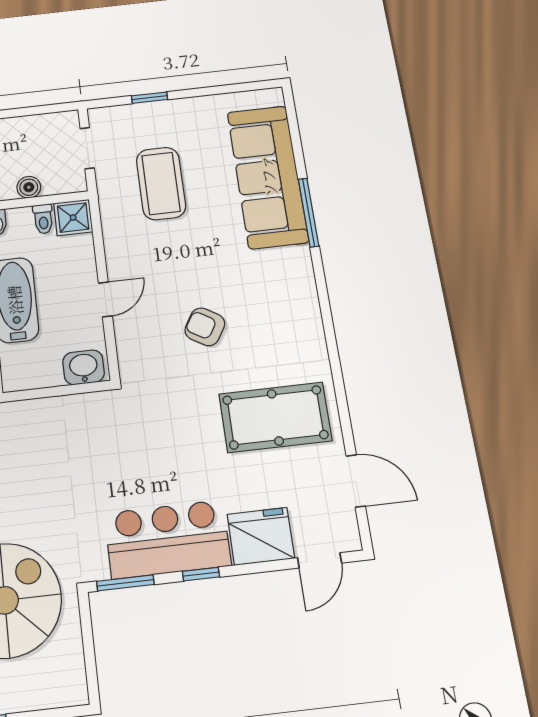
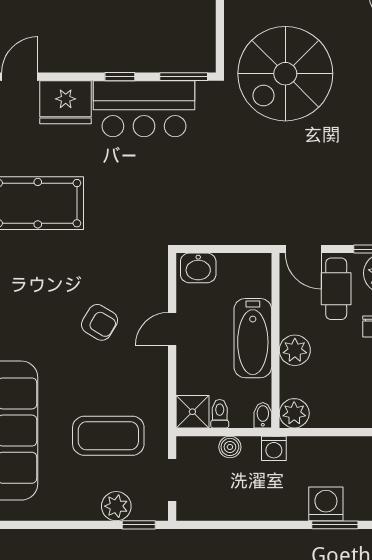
window: (150, 98) -> (139, 525), moved
plant: (143, 116) -> (116, 506), added
coffee table: (161, 183) -> (108, 436), turned 90
armchair: (205, 327) -> (100, 322), moved

